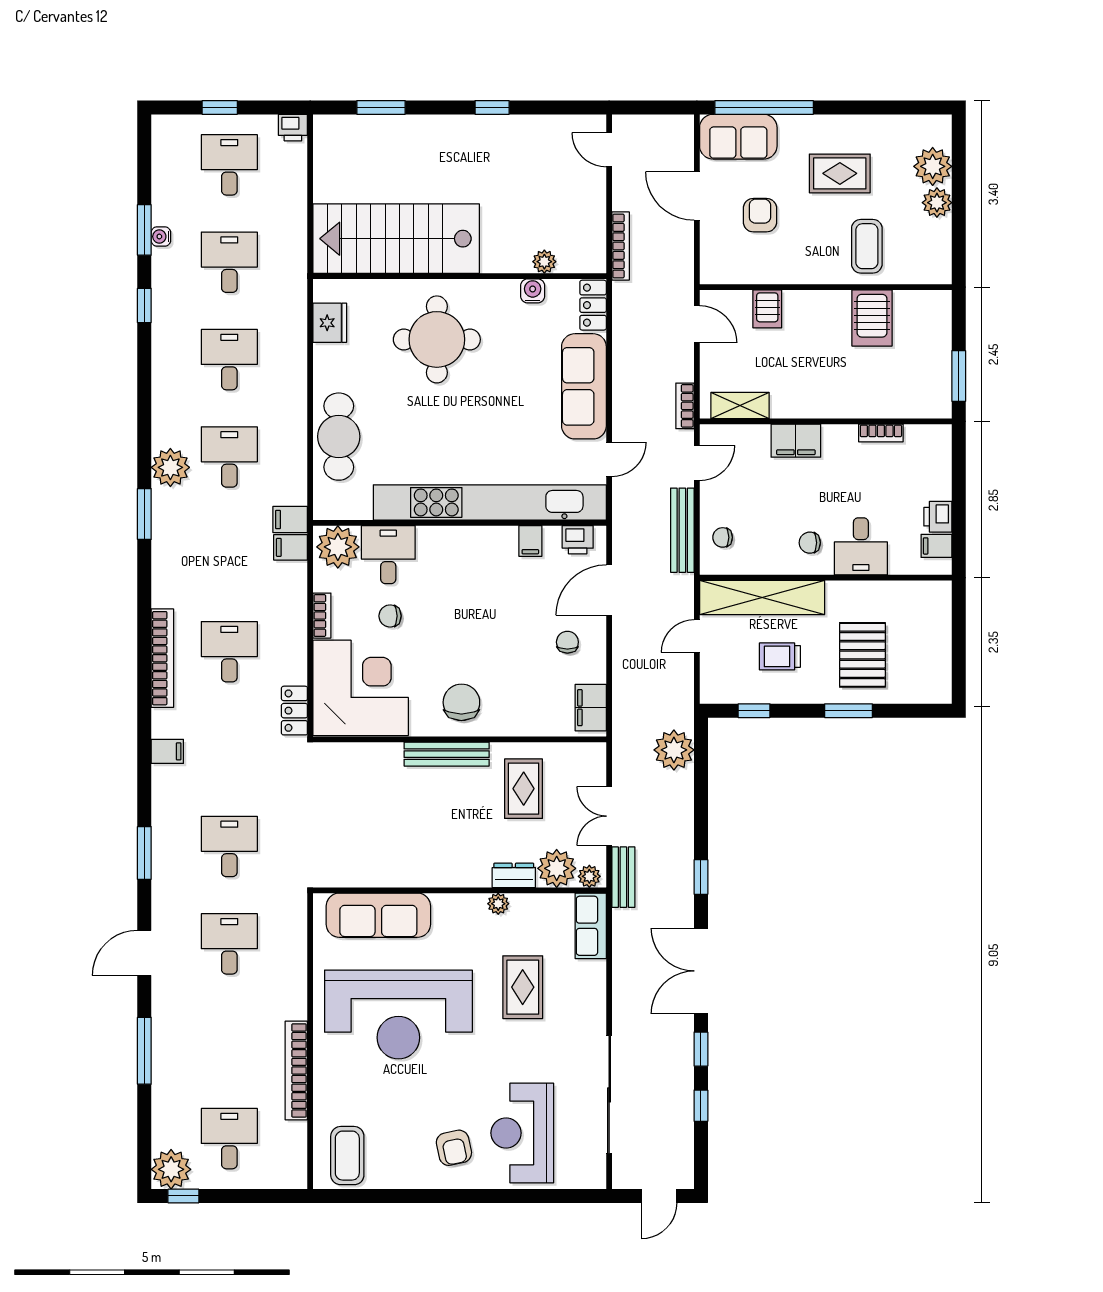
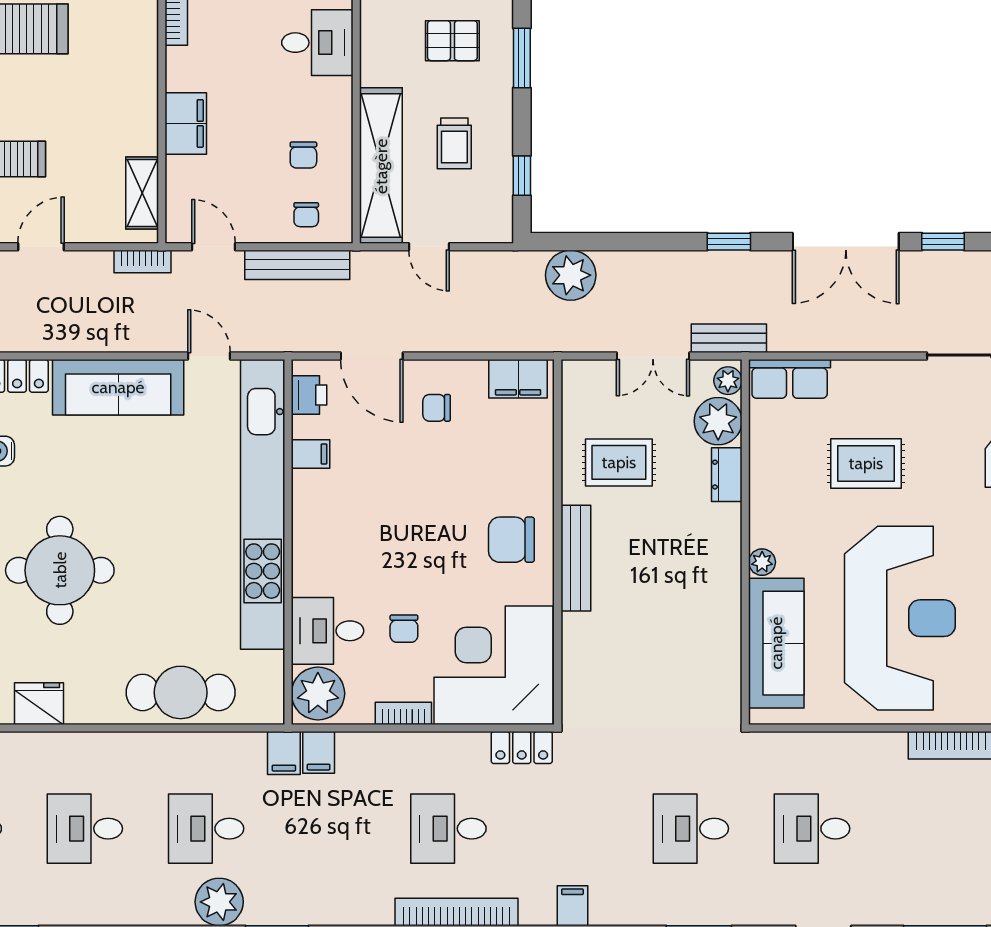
chair: (810, 543) -> (303, 155), moved
pallet: (862, 655) -> (452, 41), width x0.67, depth x0.71
plant: (498, 904) -> (762, 562), moved

